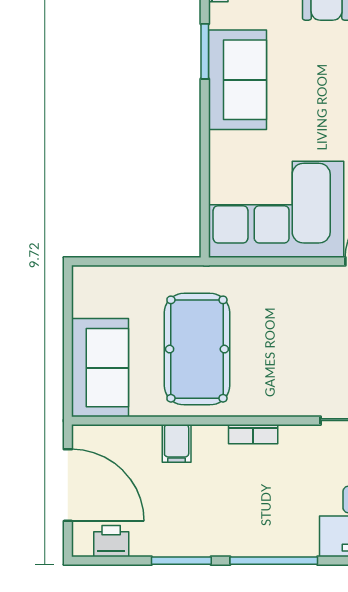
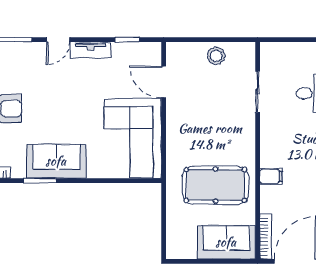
bookcase: (253, 434) -> (266, 236), moved, width x1.56
filing cabinet: (177, 443) -> (271, 176), moved

